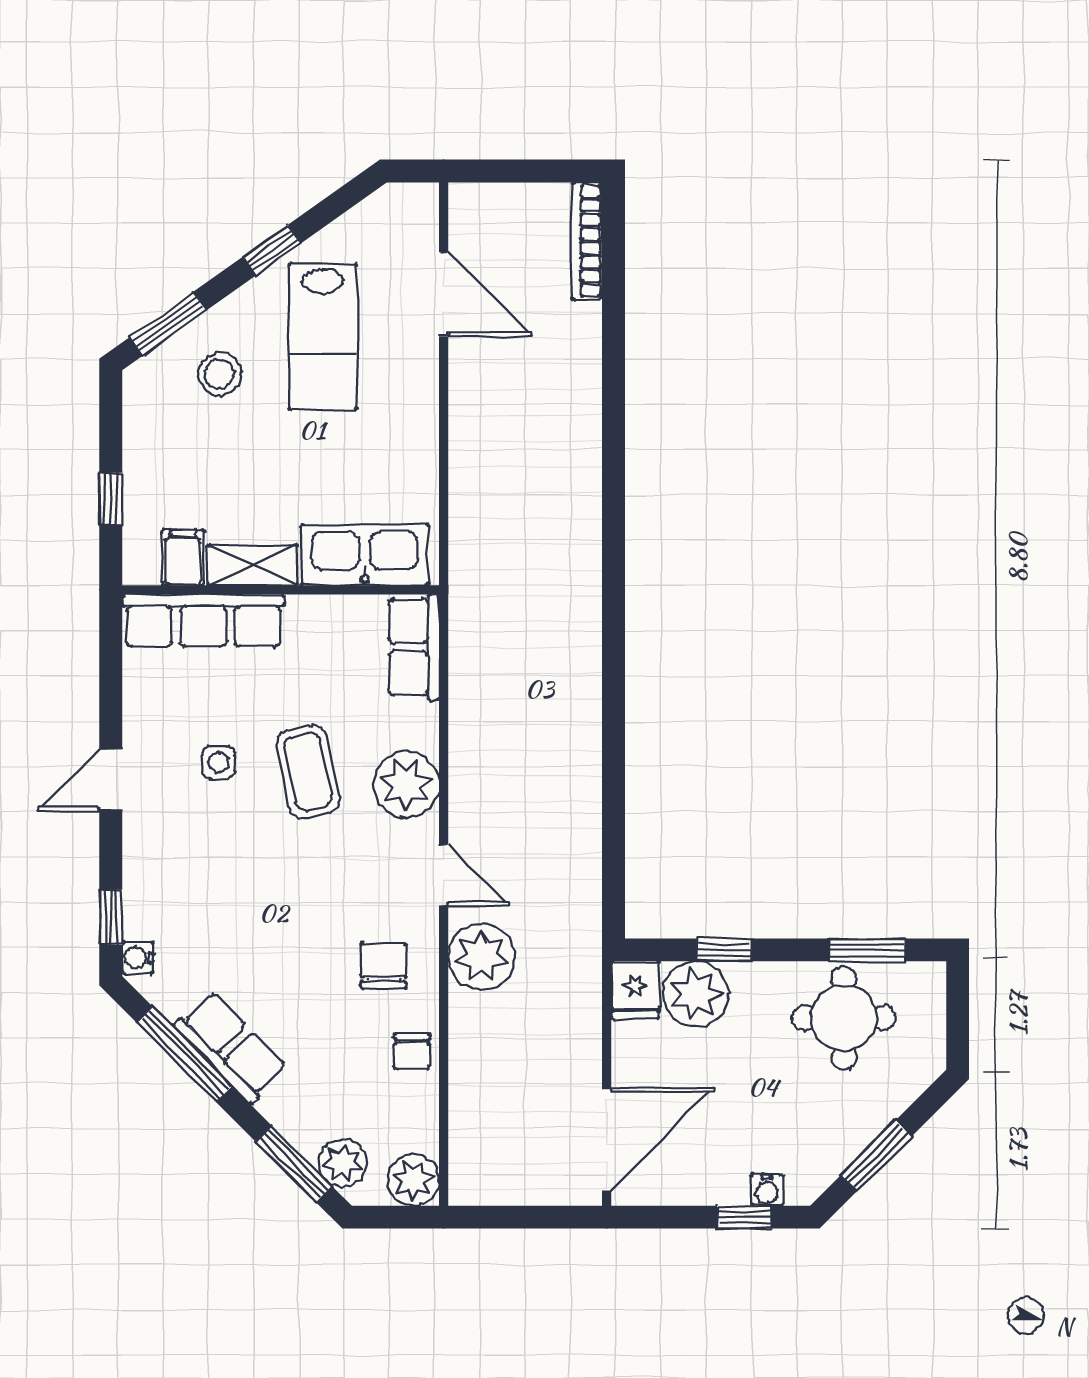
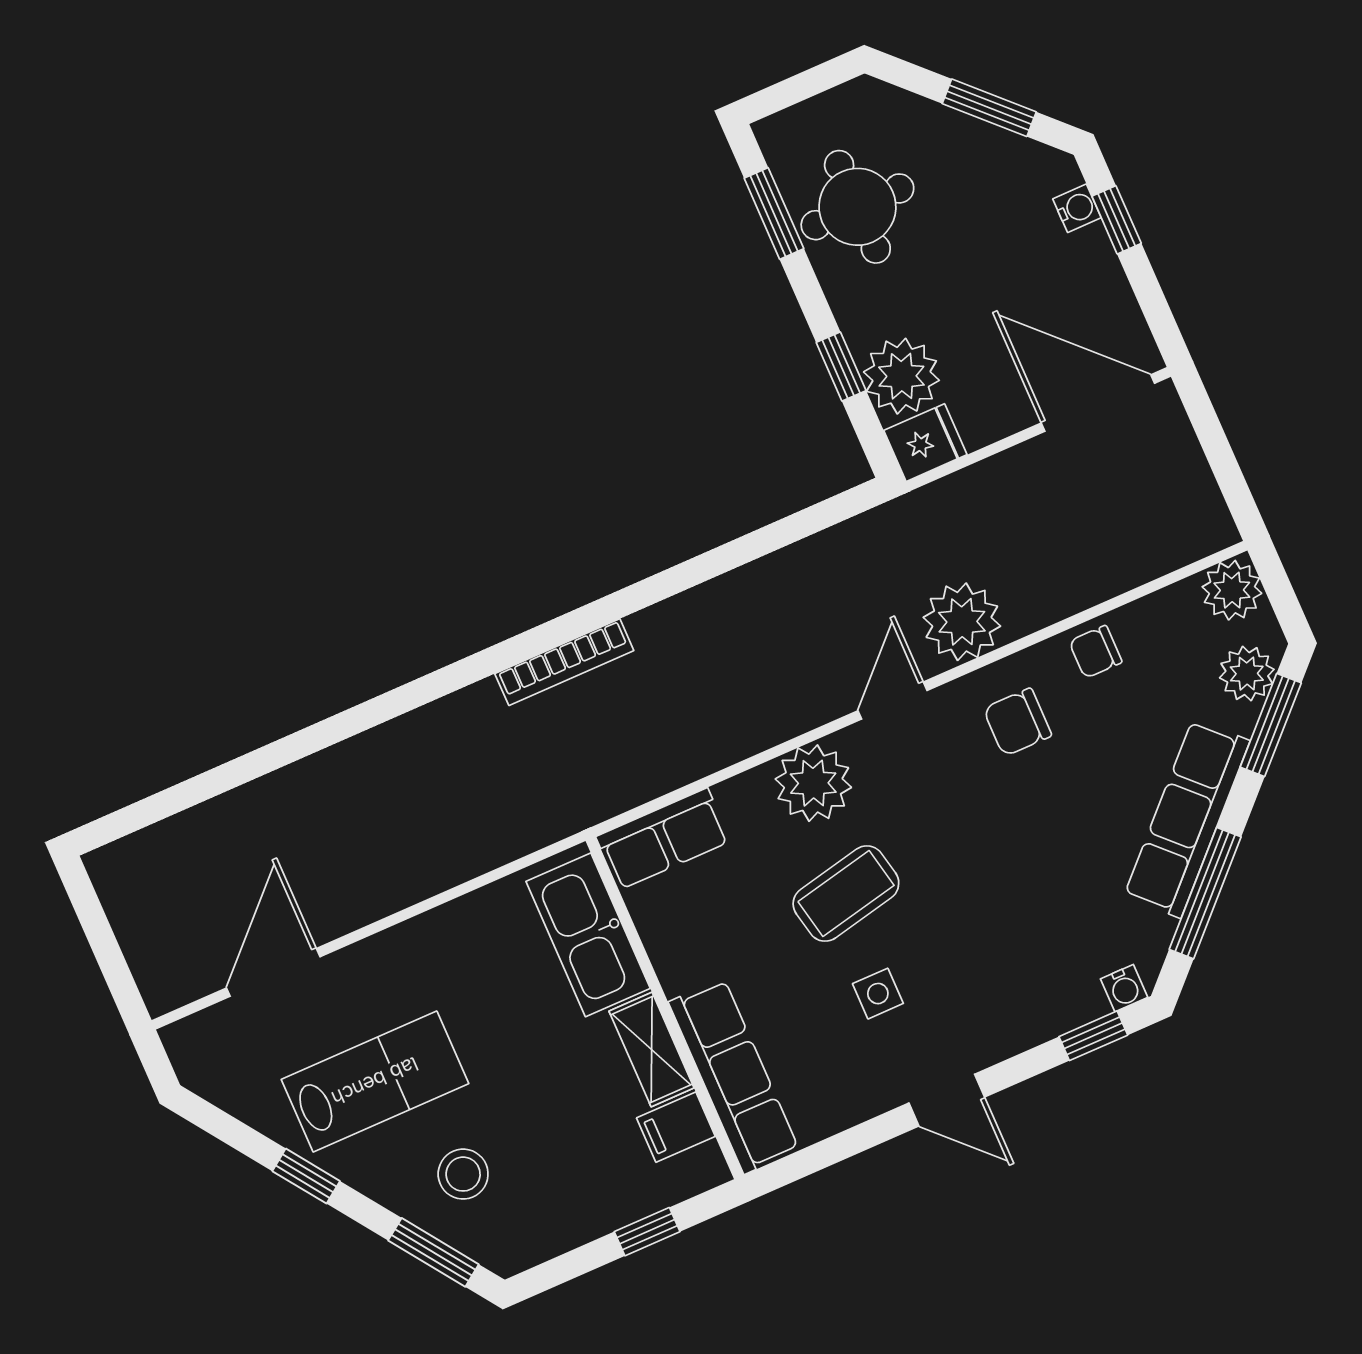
bookcase: (587, 241) -> (564, 662), moved
row of seats: (231, 1047) -> (1187, 818), width x1.48
chair: (412, 1051) -> (1095, 652), turned 180

